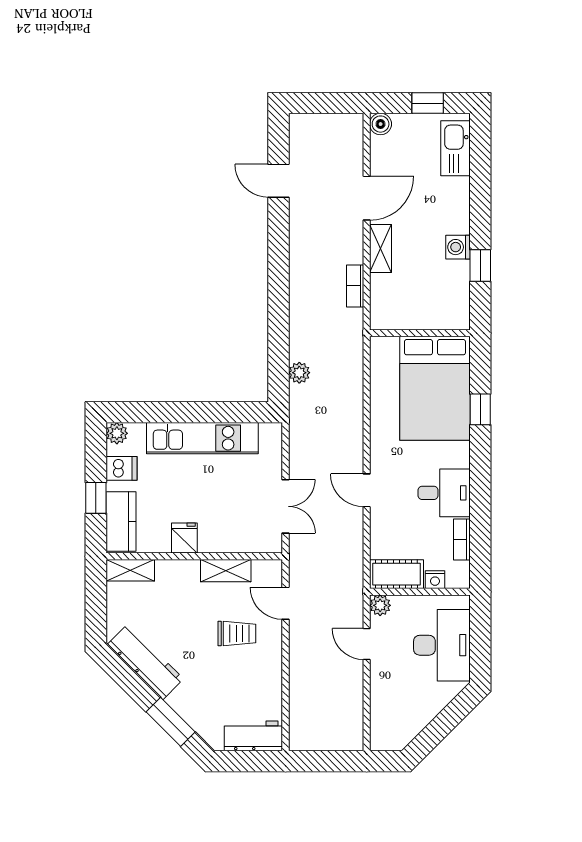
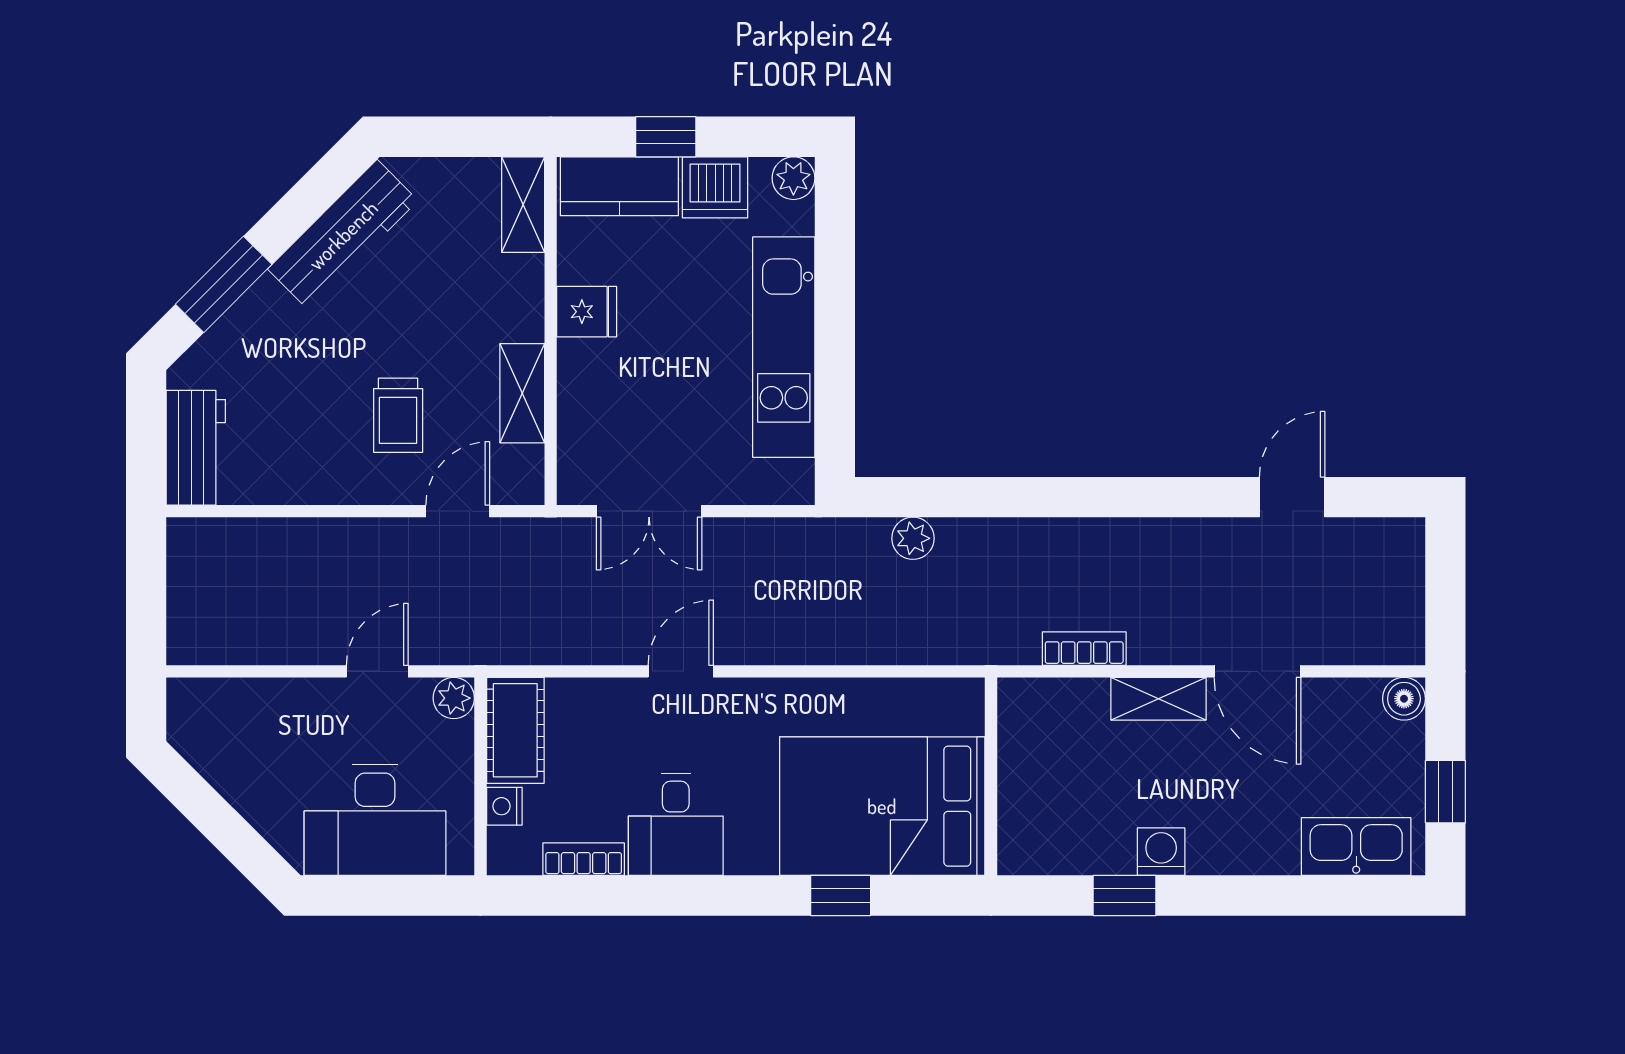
dishwasher: (122, 468) -> (715, 187), width x1.38

